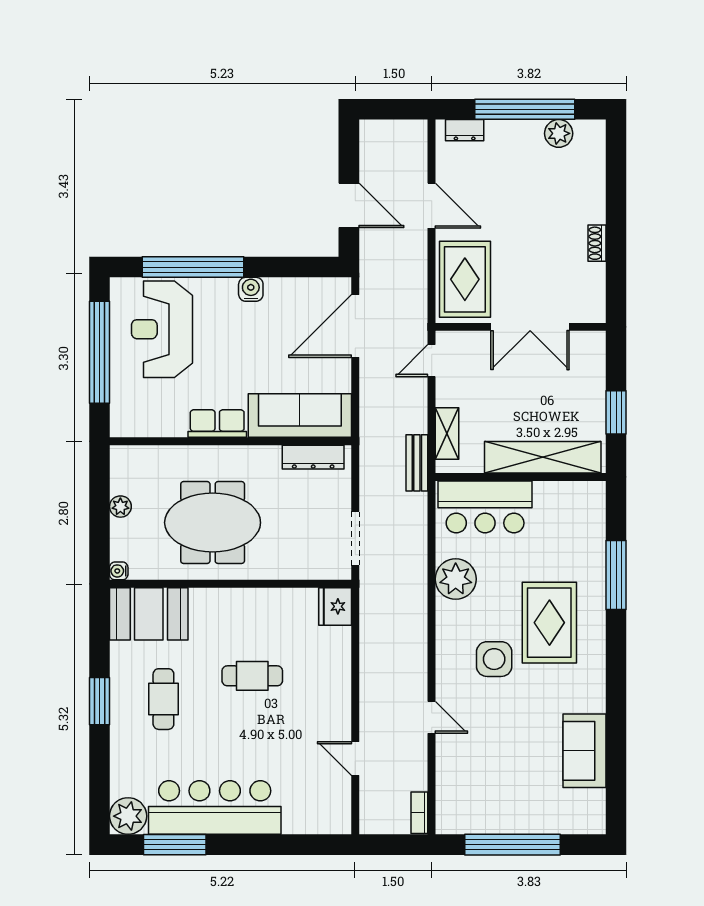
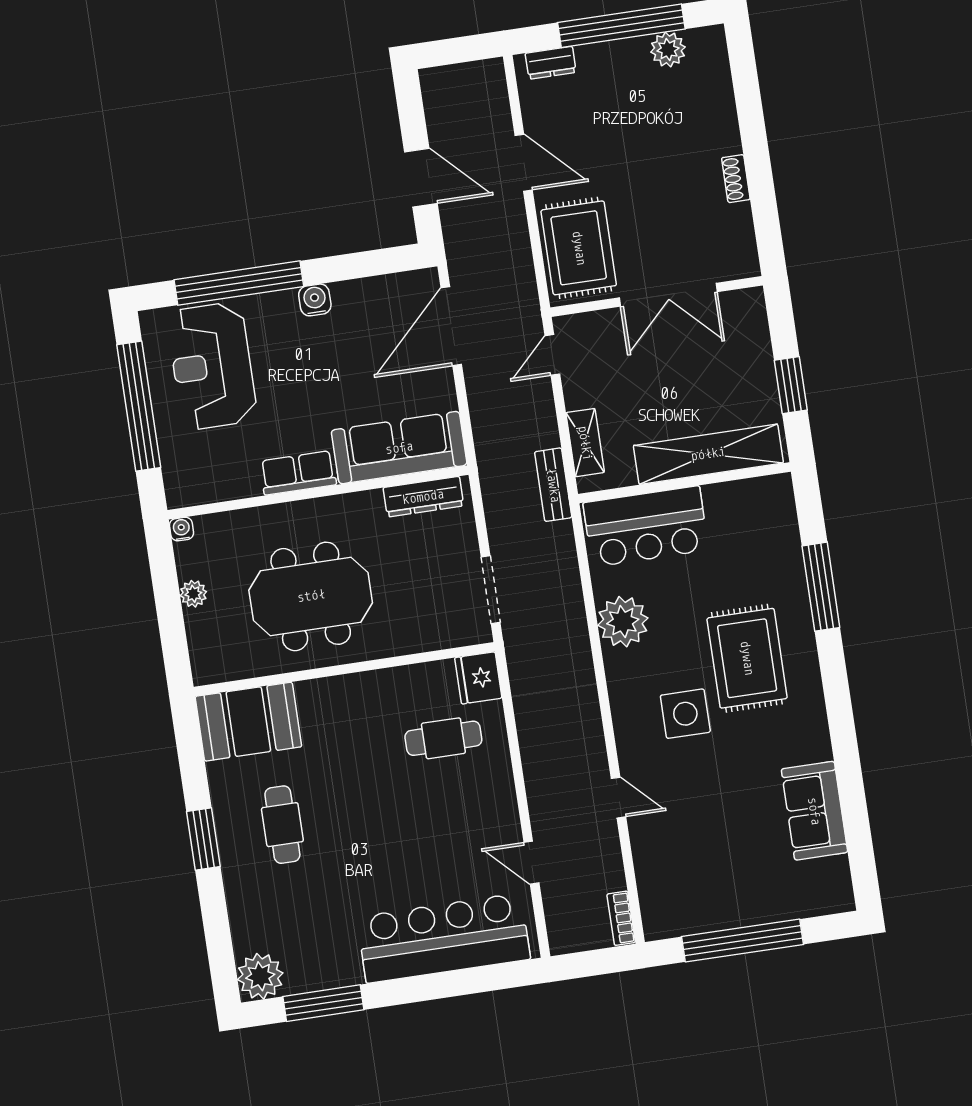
water cooler: (119, 571) -> (182, 529), moved, turned 90
cafe table: (252, 676) -> (443, 738), moved
bar counter: (215, 807) -> (444, 938), moved

